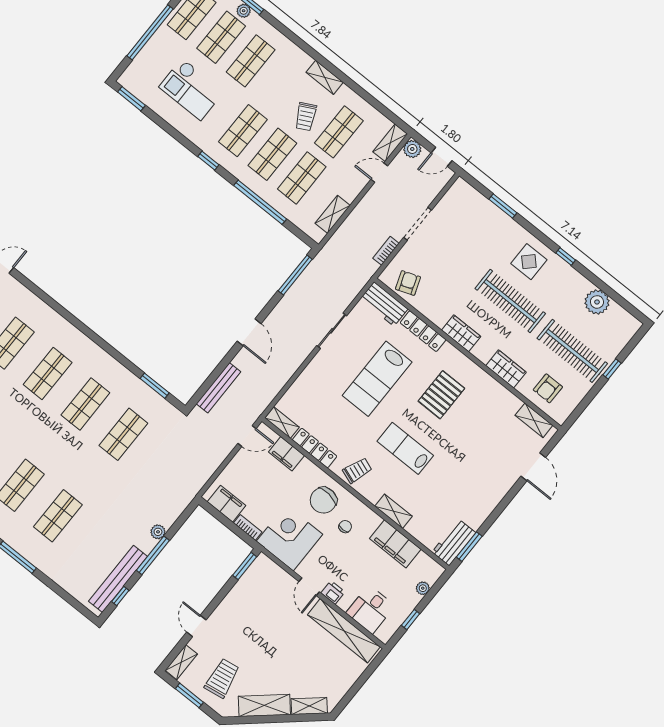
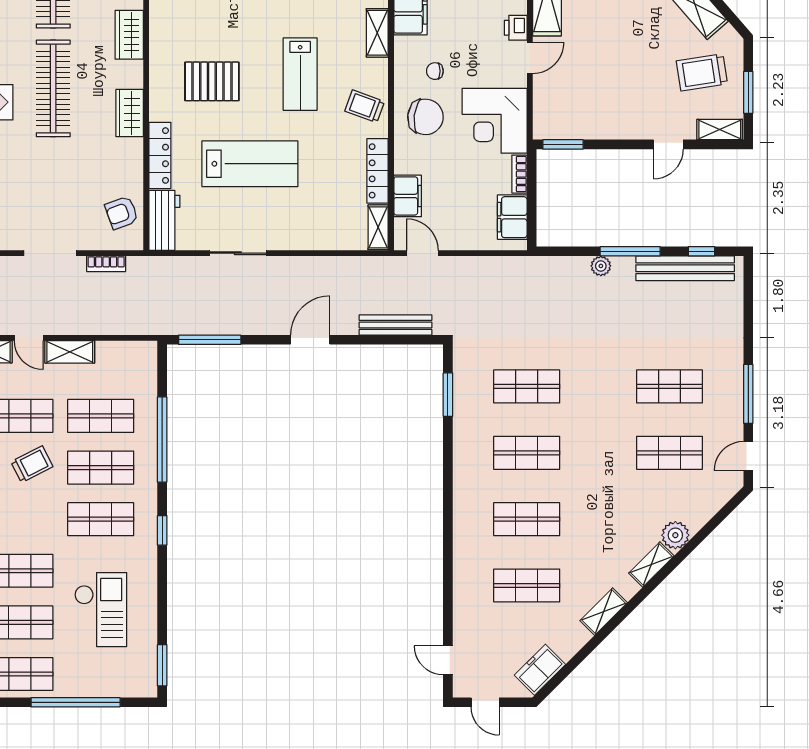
shelving: (333, 214) -> (70, 352), moved

